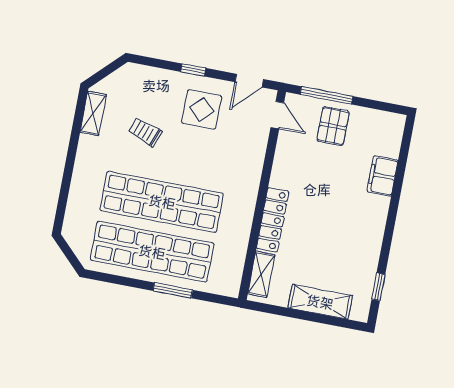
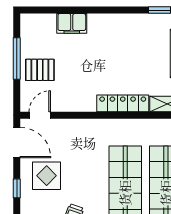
door: (249, 81) -> (17, 143), width x1.38
window: (326, 95) -> (17, 58), moved

